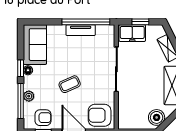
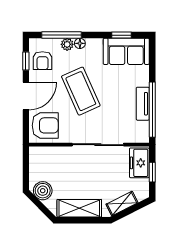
window: (21, 68) -> (121, 35), moved
floor lamp: (28, 70) -> (80, 43), moved
coffee table: (70, 84) -> (81, 91), width x1.86, depth x1.72
armchair: (100, 115) -> (45, 125), turned 90

